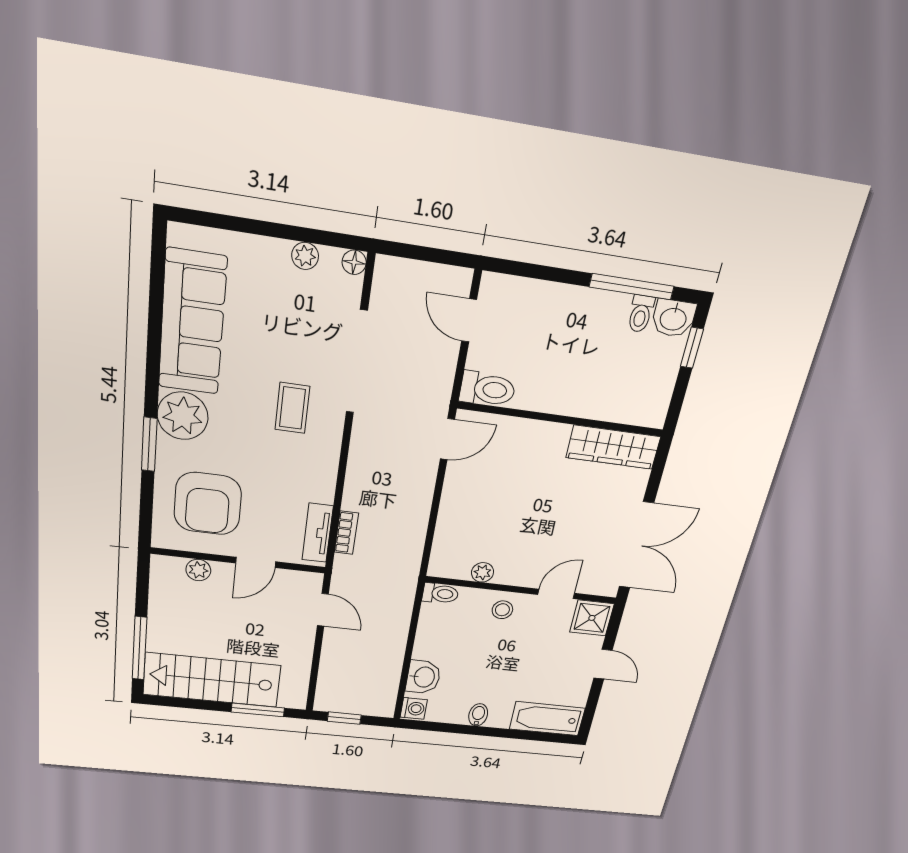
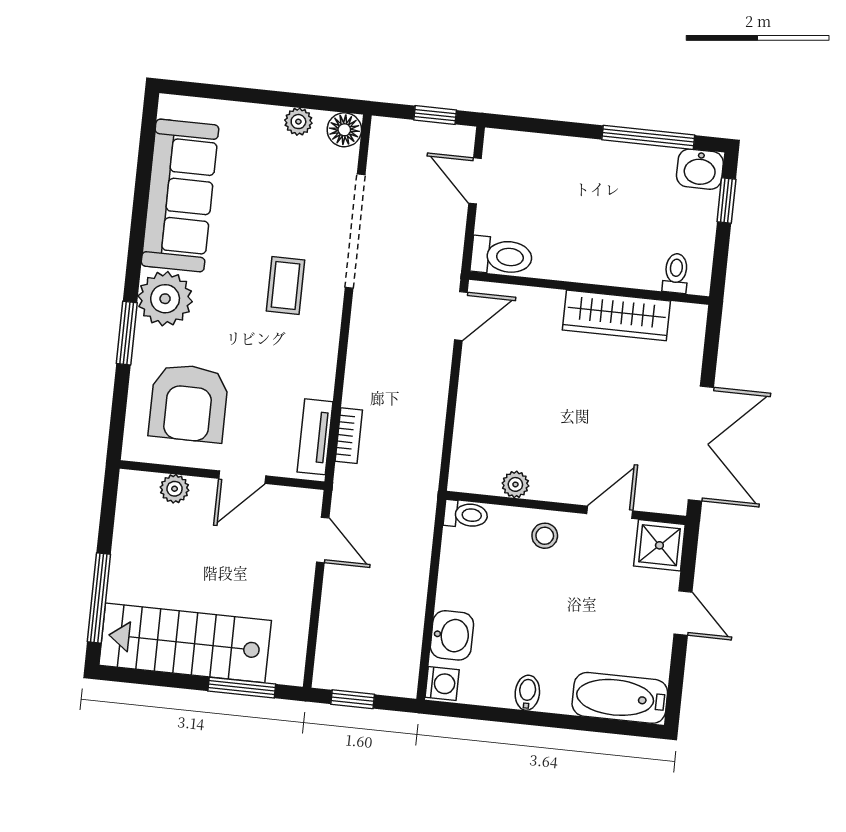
window: (436, 256) -> (435, 115), added
floor lamp: (354, 262) -> (344, 130), width x1.37, depth x1.37
toilet: (641, 314) -> (676, 273), moved, turned 180
wardrobe: (613, 447) -> (616, 315), moved

